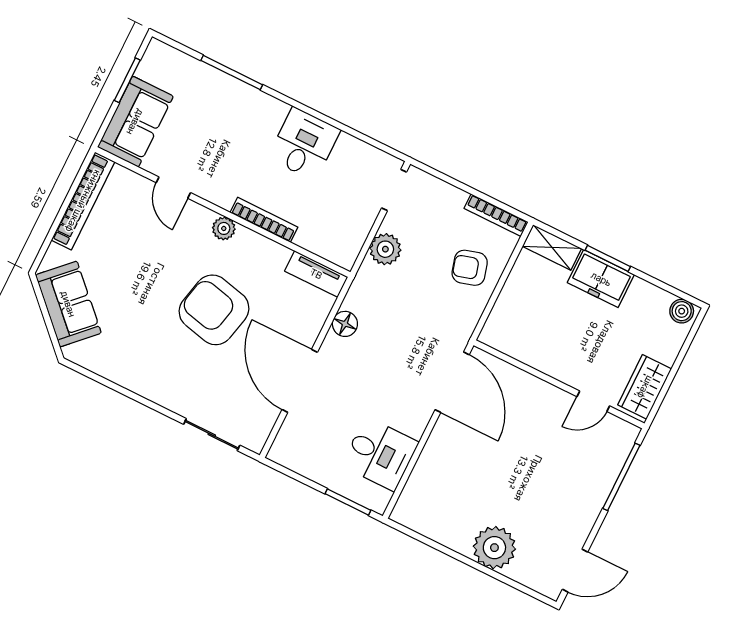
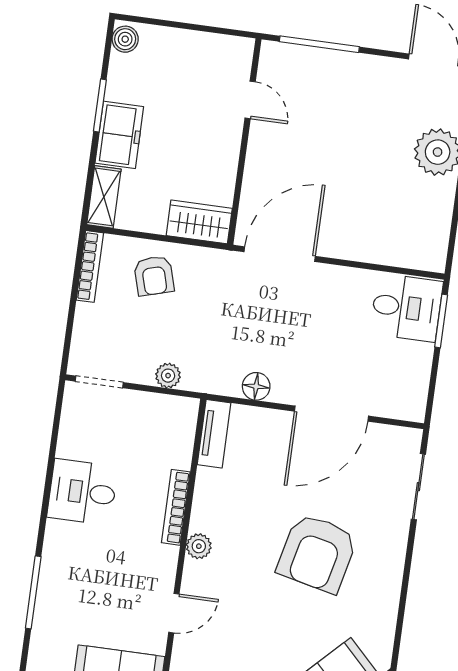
plant: (385, 249) -> (168, 376), width x0.73, depth x0.73
window: (608, 258) -> (100, 106), moved
armchair: (214, 310) -> (317, 553), moved
wardrobe: (645, 387) -> (199, 222), moved, turned 180
desk: (380, 454) -> (406, 308), moved, turned 90

